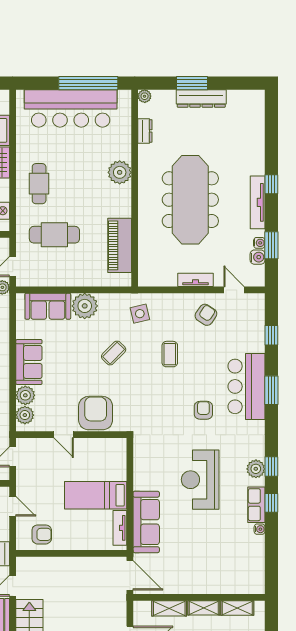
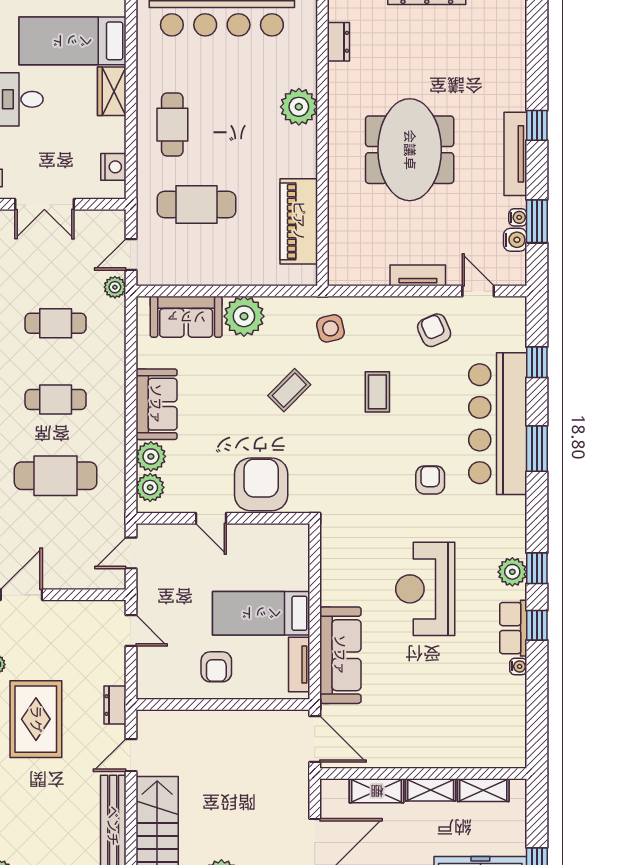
meeting table: (190, 200) -> (410, 150), width x0.73
armchair: (206, 315) -> (434, 330), turned -58
bar counter: (246, 386) -> (498, 424), width x1.36
armchair: (42, 534) -> (216, 667), moved, turned 90

